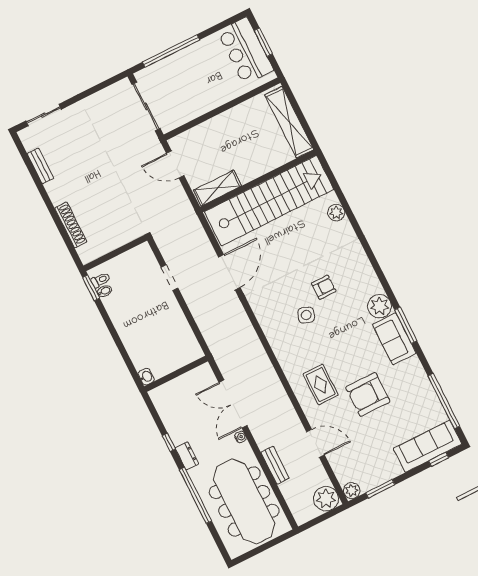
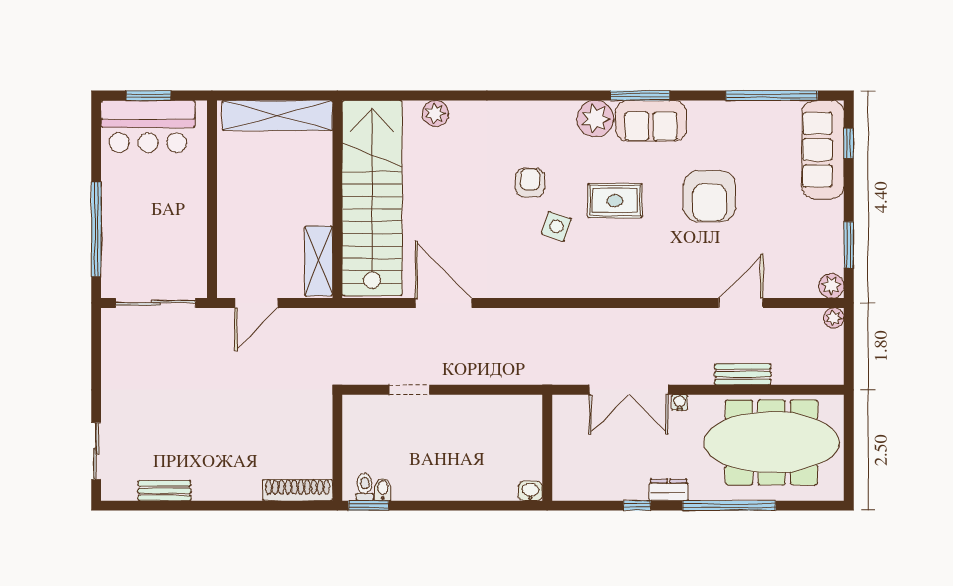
shoe rack: (71, 225) -> (298, 490), moved
rug: (321, 385) -> (615, 201), moved
plant: (326, 499) -> (834, 318), width x0.53, depth x0.53

